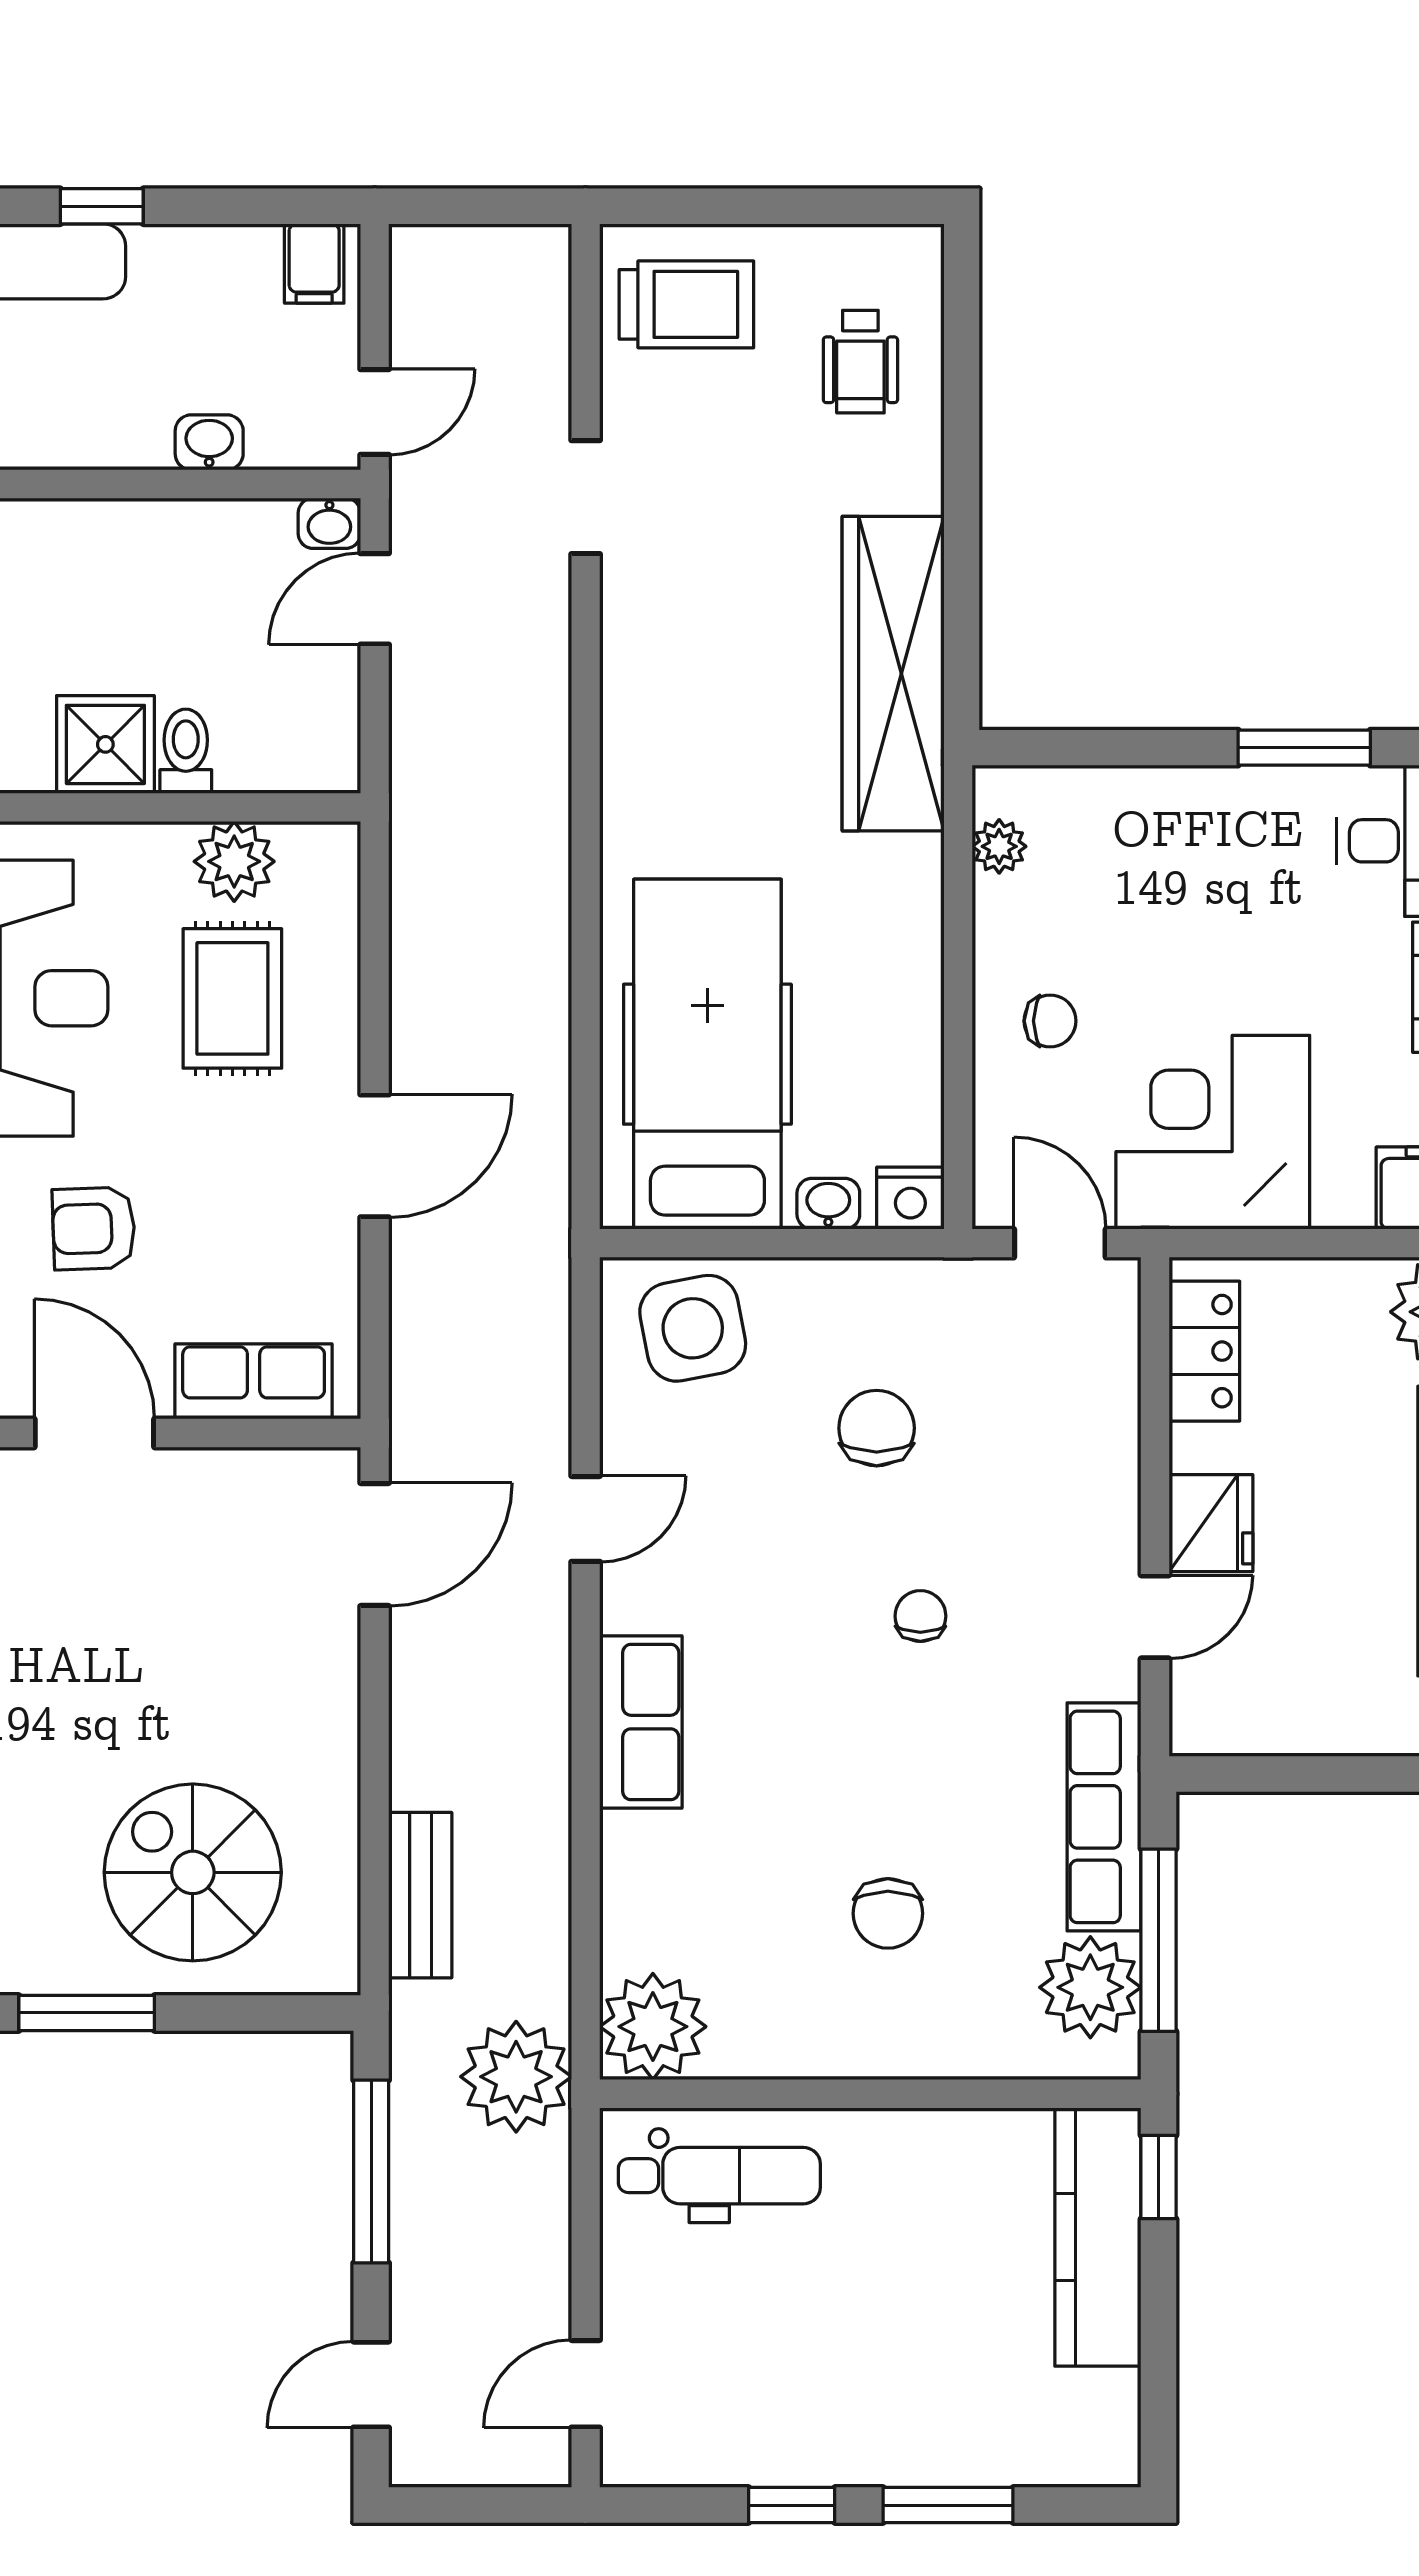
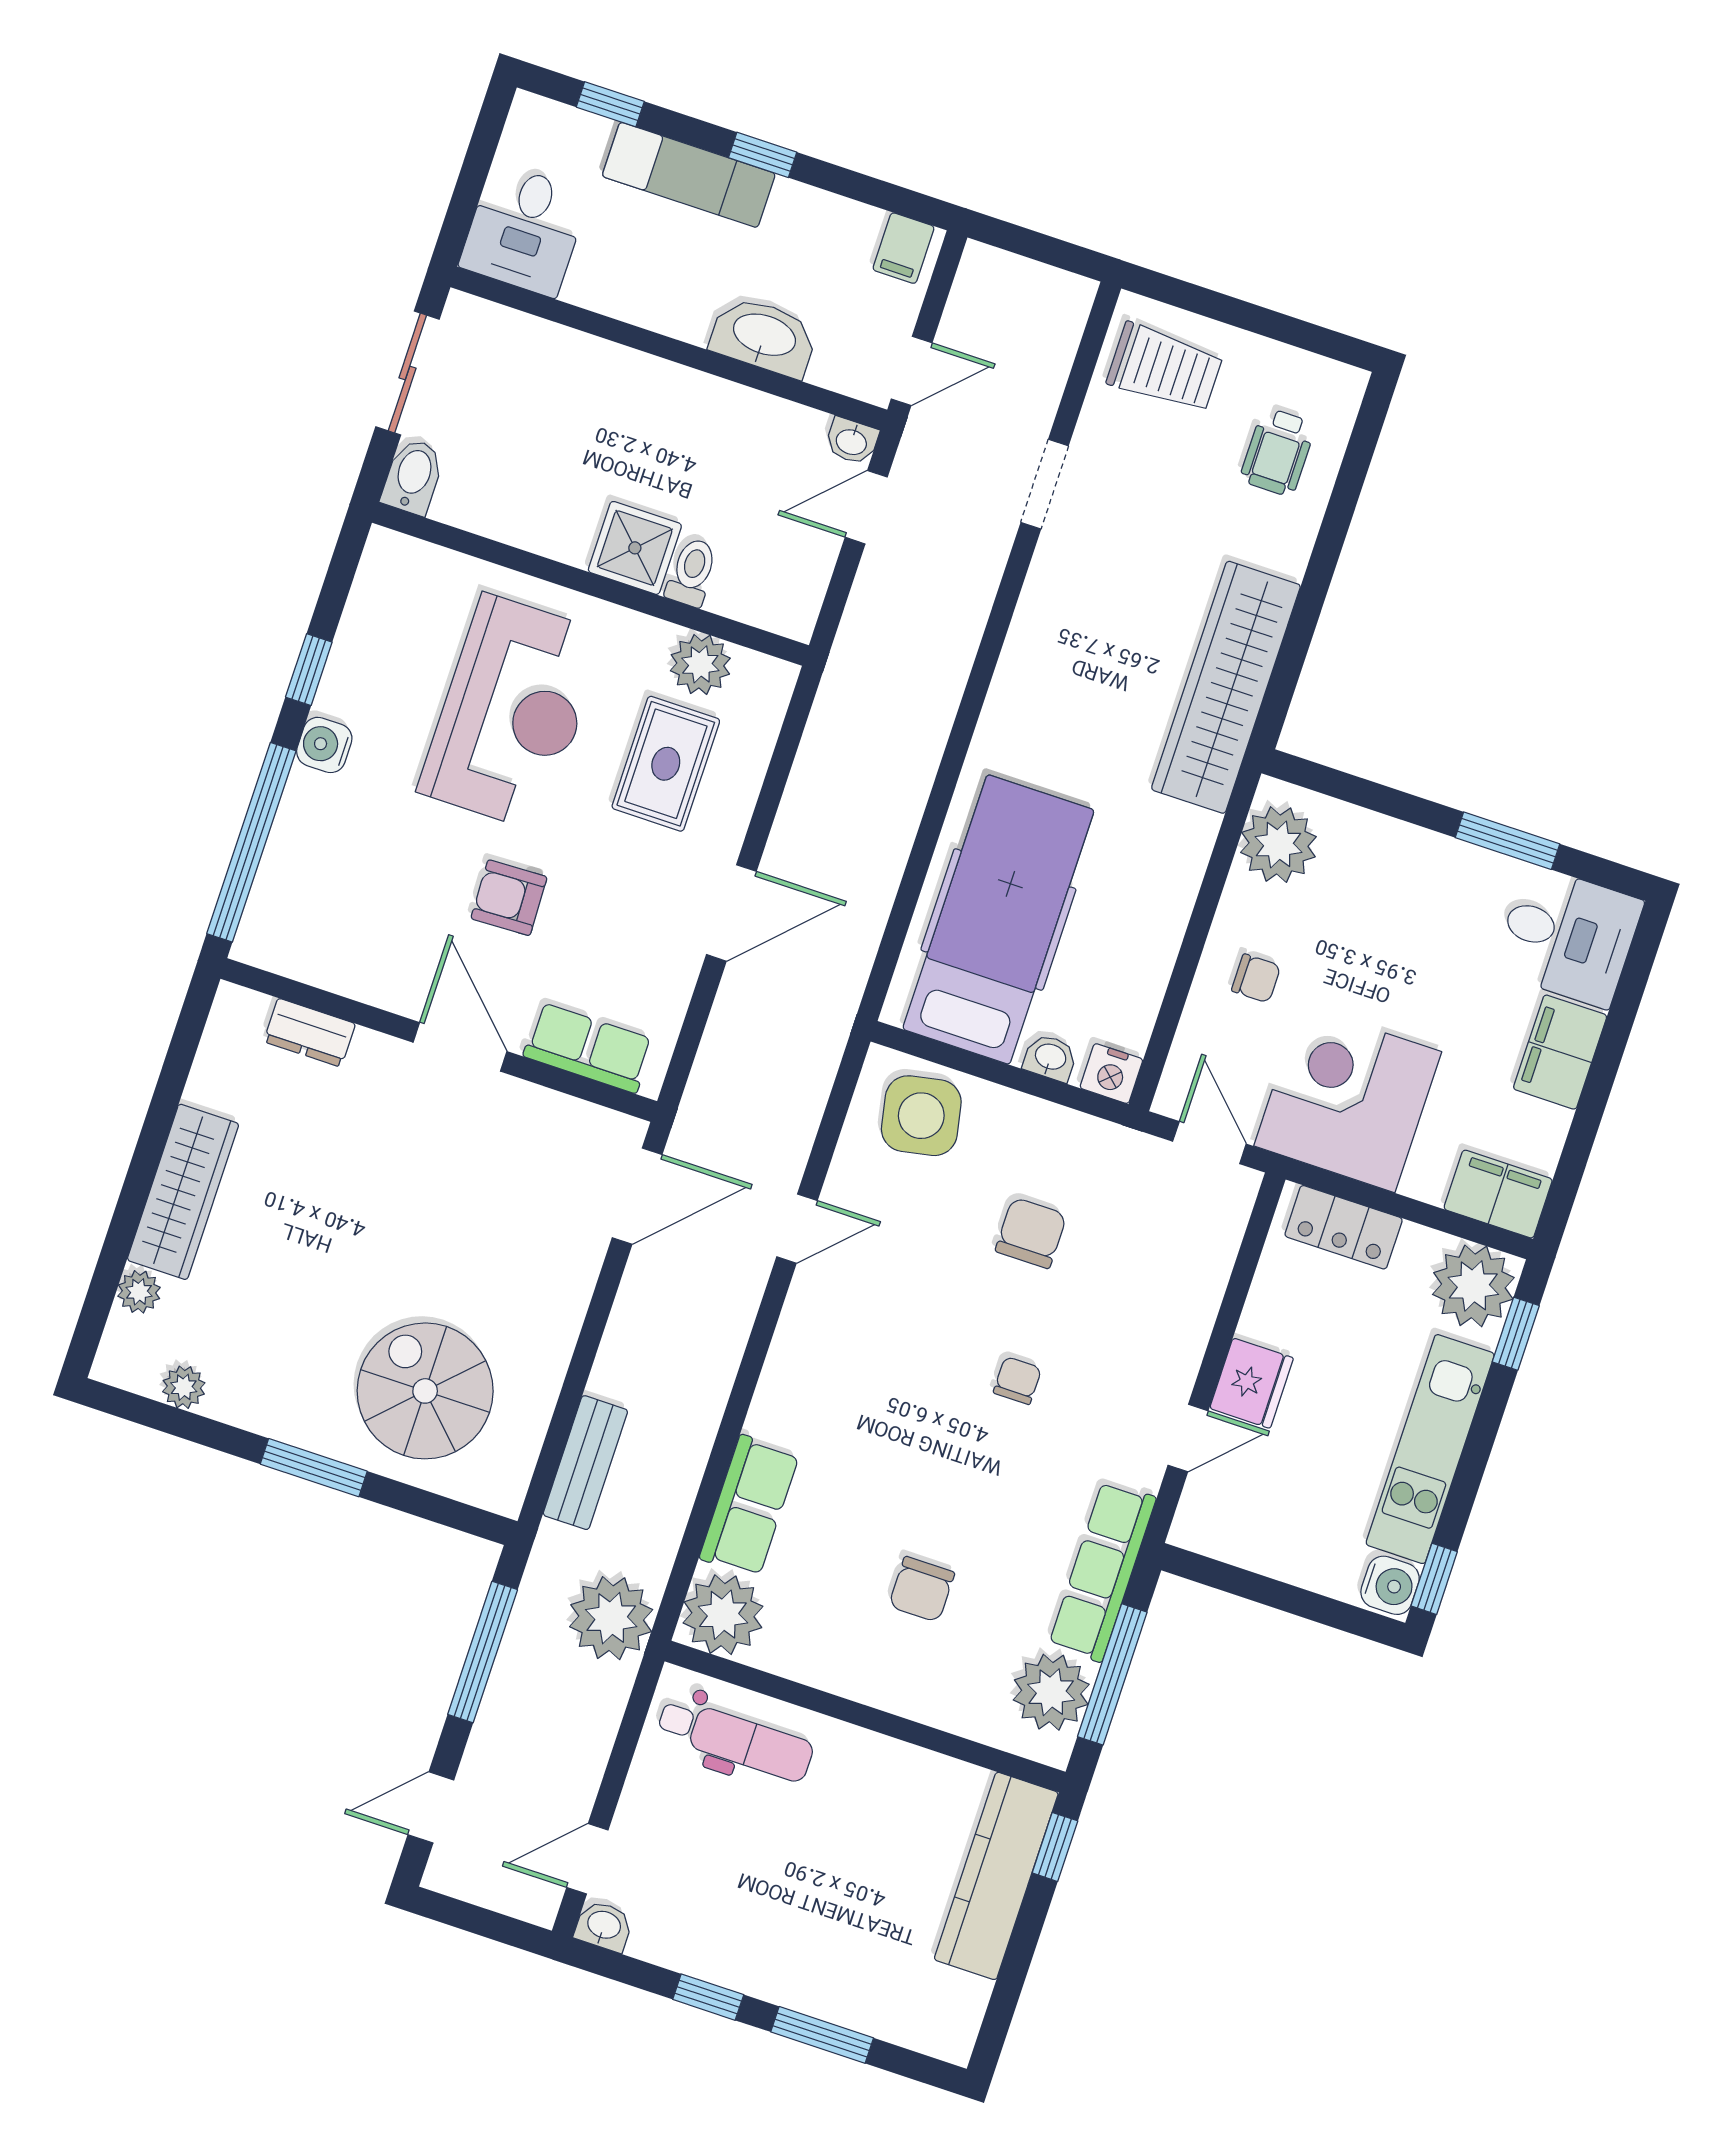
washbasin: (209, 442) -> (764, 336), width x1.91, depth x1.45
plant: (999, 846) -> (1278, 845), width x1.87, depth x1.87
locker: (1204, 1351) -> (1344, 1227), moved, turned 90
row of seats: (641, 1722) -> (749, 1506), moved
washbasin: (633, 2460) -> (604, 1926), added

